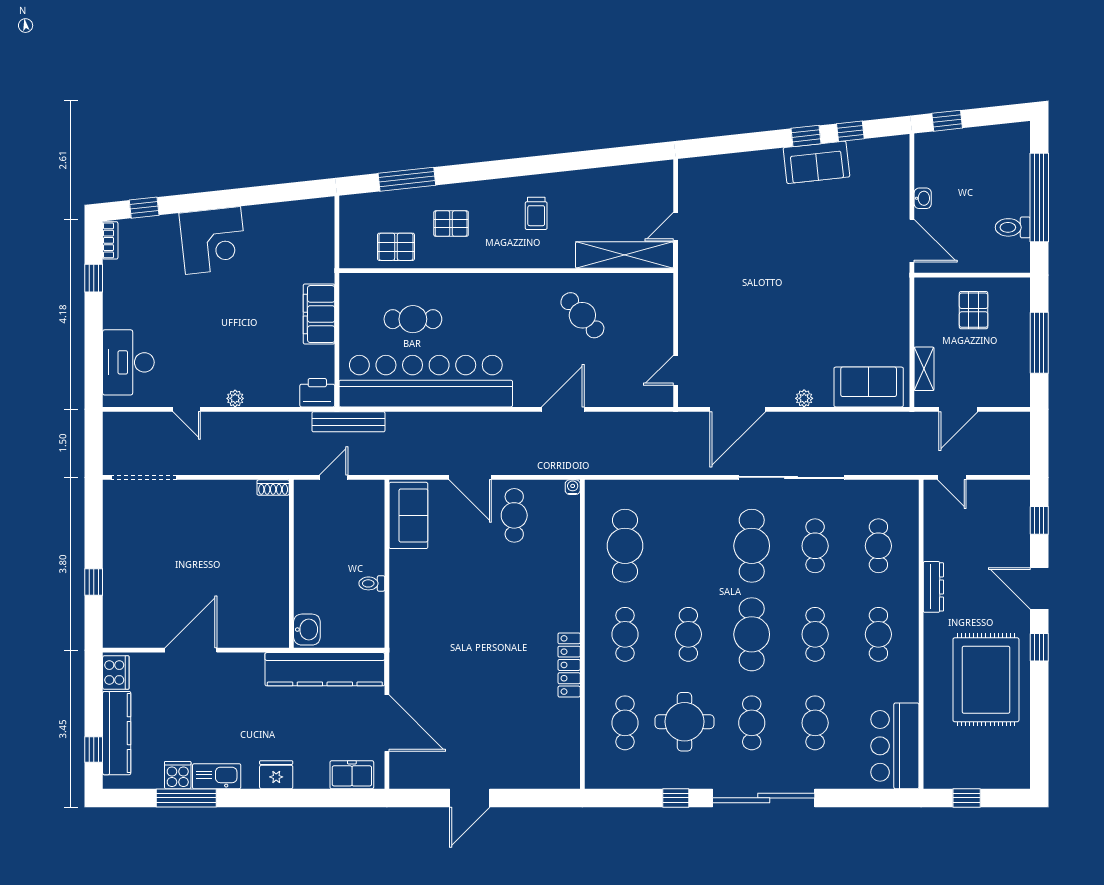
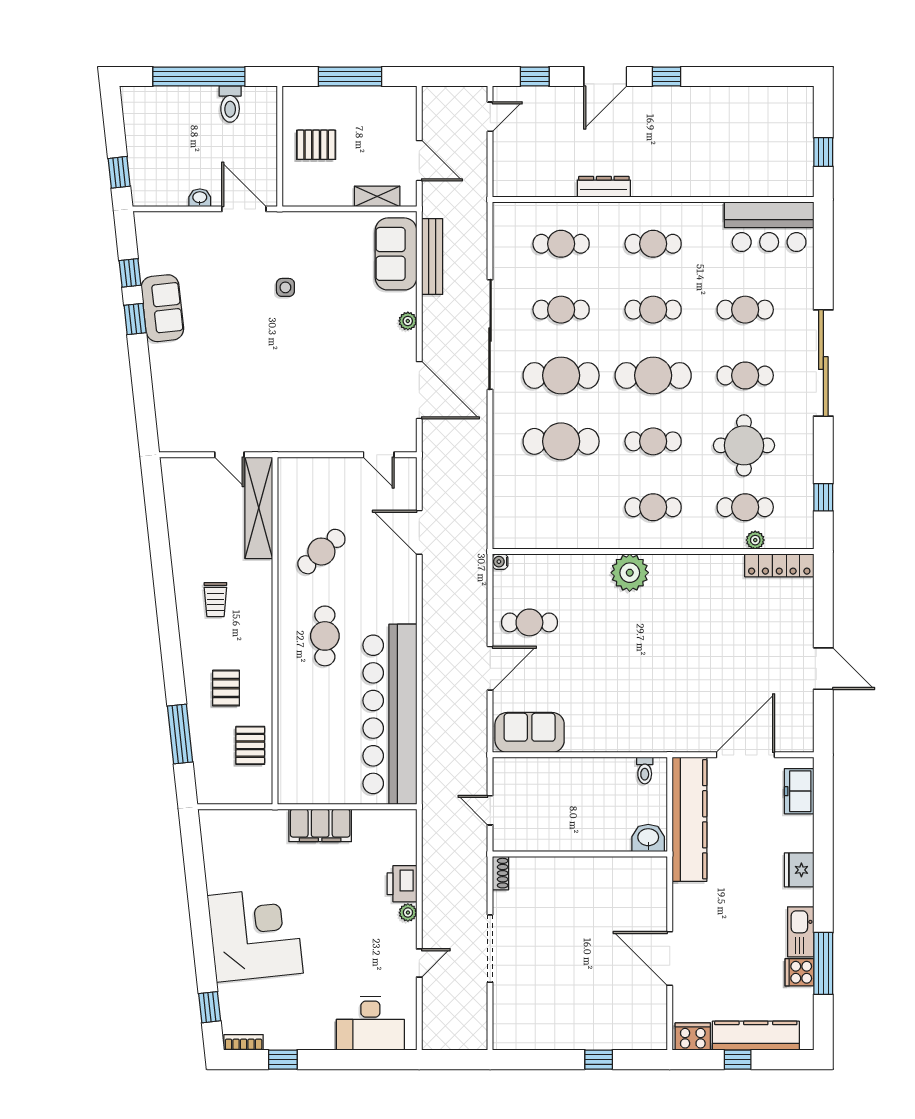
trolley: (536, 213) -> (215, 600), turned 90
corner desk: (213, 240) -> (255, 934), width x1.36, depth x1.36
door: (912, 241) -> (244, 209), hinge flipped
side table: (836, 281) -> (285, 287), added
cafe table: (413, 319) -> (325, 636), moved
printer: (317, 393) -> (402, 884), moved
door: (563, 409) -> (419, 532), moved
bench: (348, 422) -> (432, 257), moved
doorway: (144, 477) -> (490, 949), moved
door: (952, 477) -> (490, 117), moved
cafe table: (625, 546) -> (561, 441), moved
toilet: (372, 583) -> (645, 770), moved
plant: (562, 612) -> (630, 573), added
locker: (569, 665) -> (779, 565), moved
rug: (986, 680) -> (700, 132), removed
plant: (593, 733) -> (755, 540), added
window: (94, 750) -> (738, 1060), moved
window: (676, 798) -> (823, 497), moved

